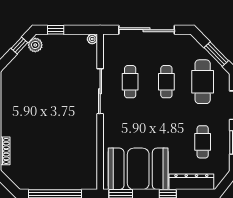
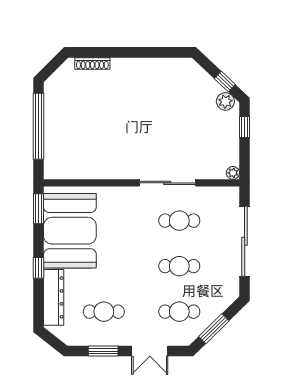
cafe table: (203, 82) -> (179, 312), width x0.73, depth x0.74

